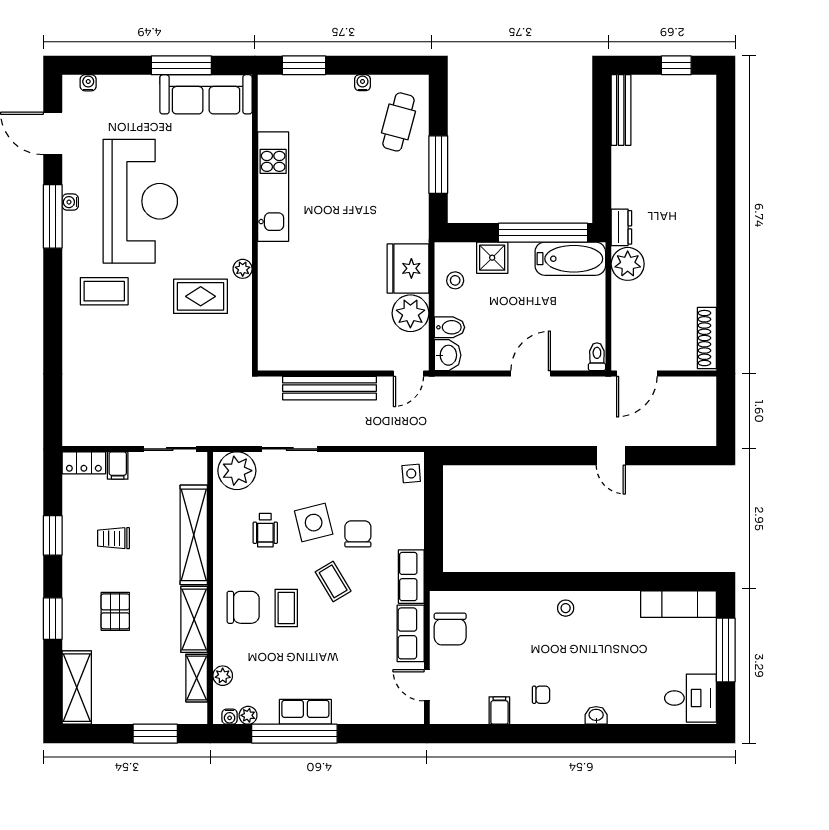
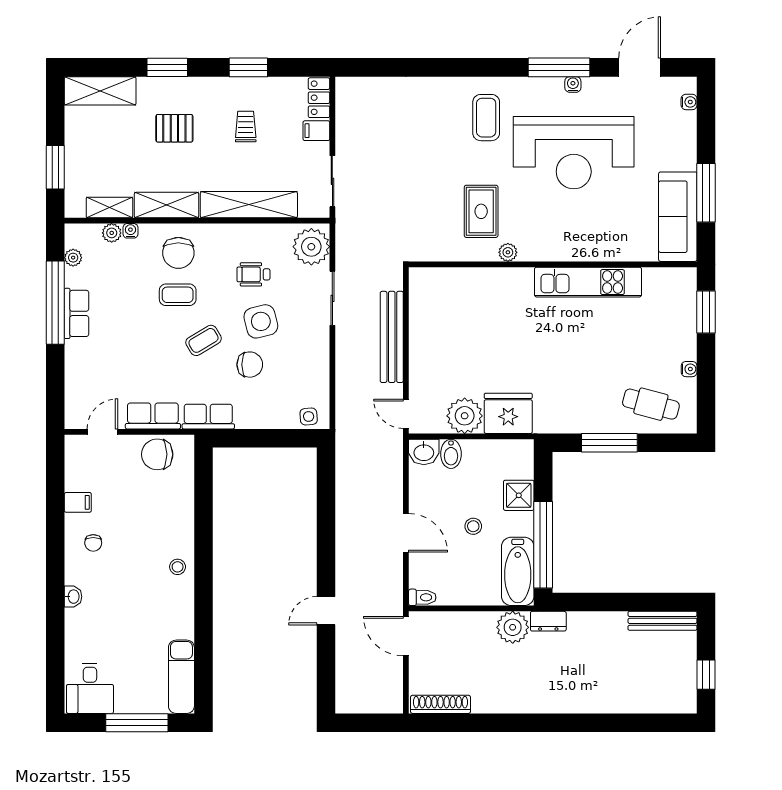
stool: (455, 280) -> (473, 526), moved
water cooler: (230, 717) -> (130, 231), moved, turned 90

